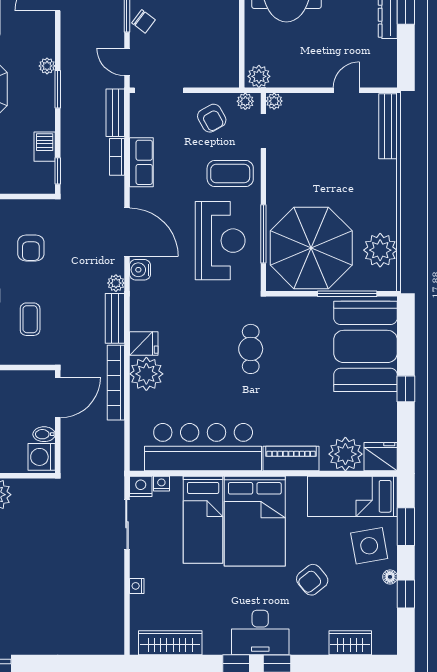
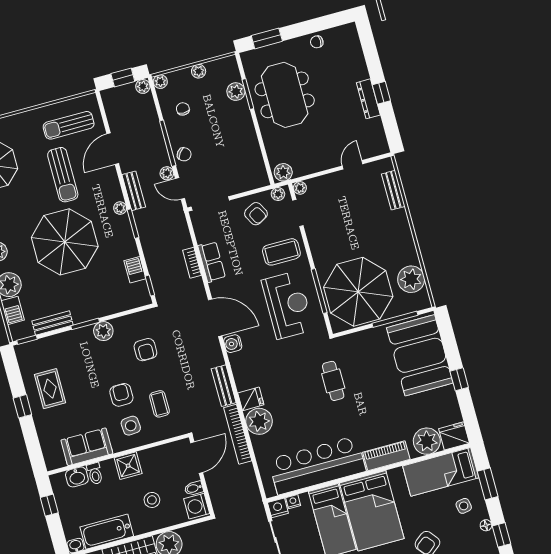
bench: (115, 113) -> (134, 191), moved
bench: (388, 126) -> (393, 190), width x0.73
plant: (116, 283) -> (167, 173), moved
side table: (369, 546) -> (464, 506), width x0.54, depth x0.54

